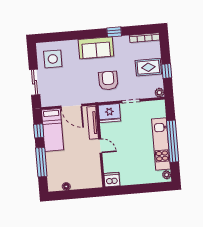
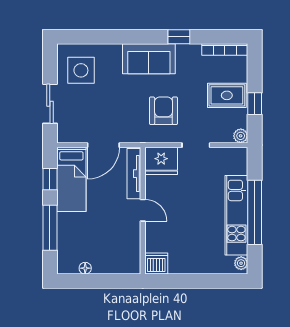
door: (71, 106) -> (103, 145), hinge flipped

